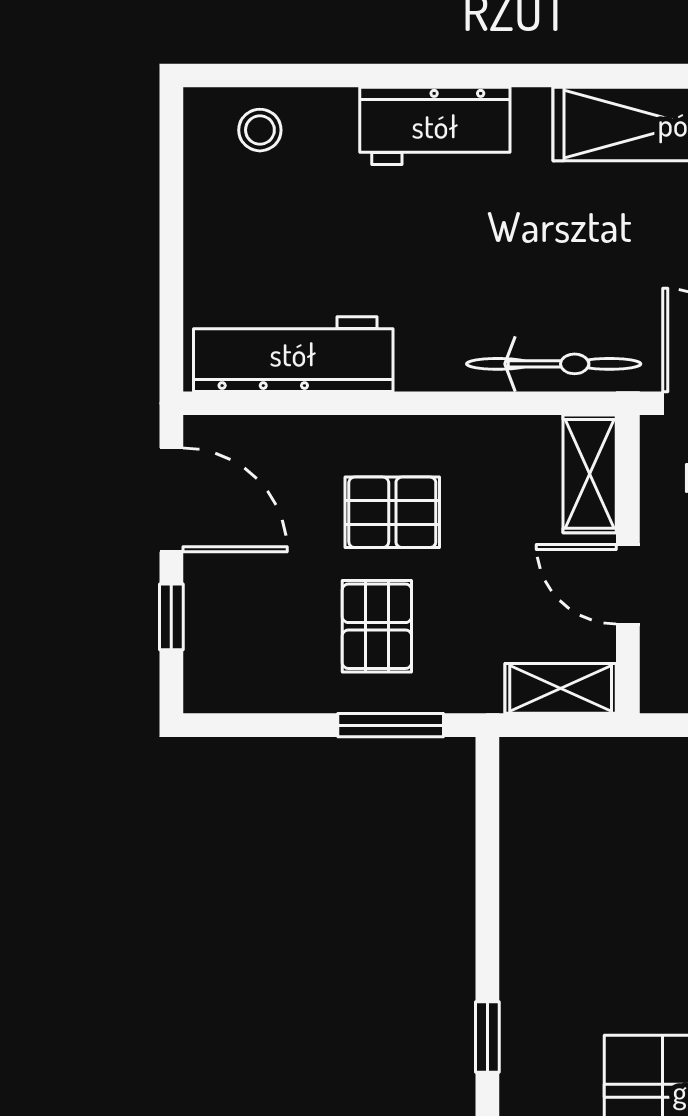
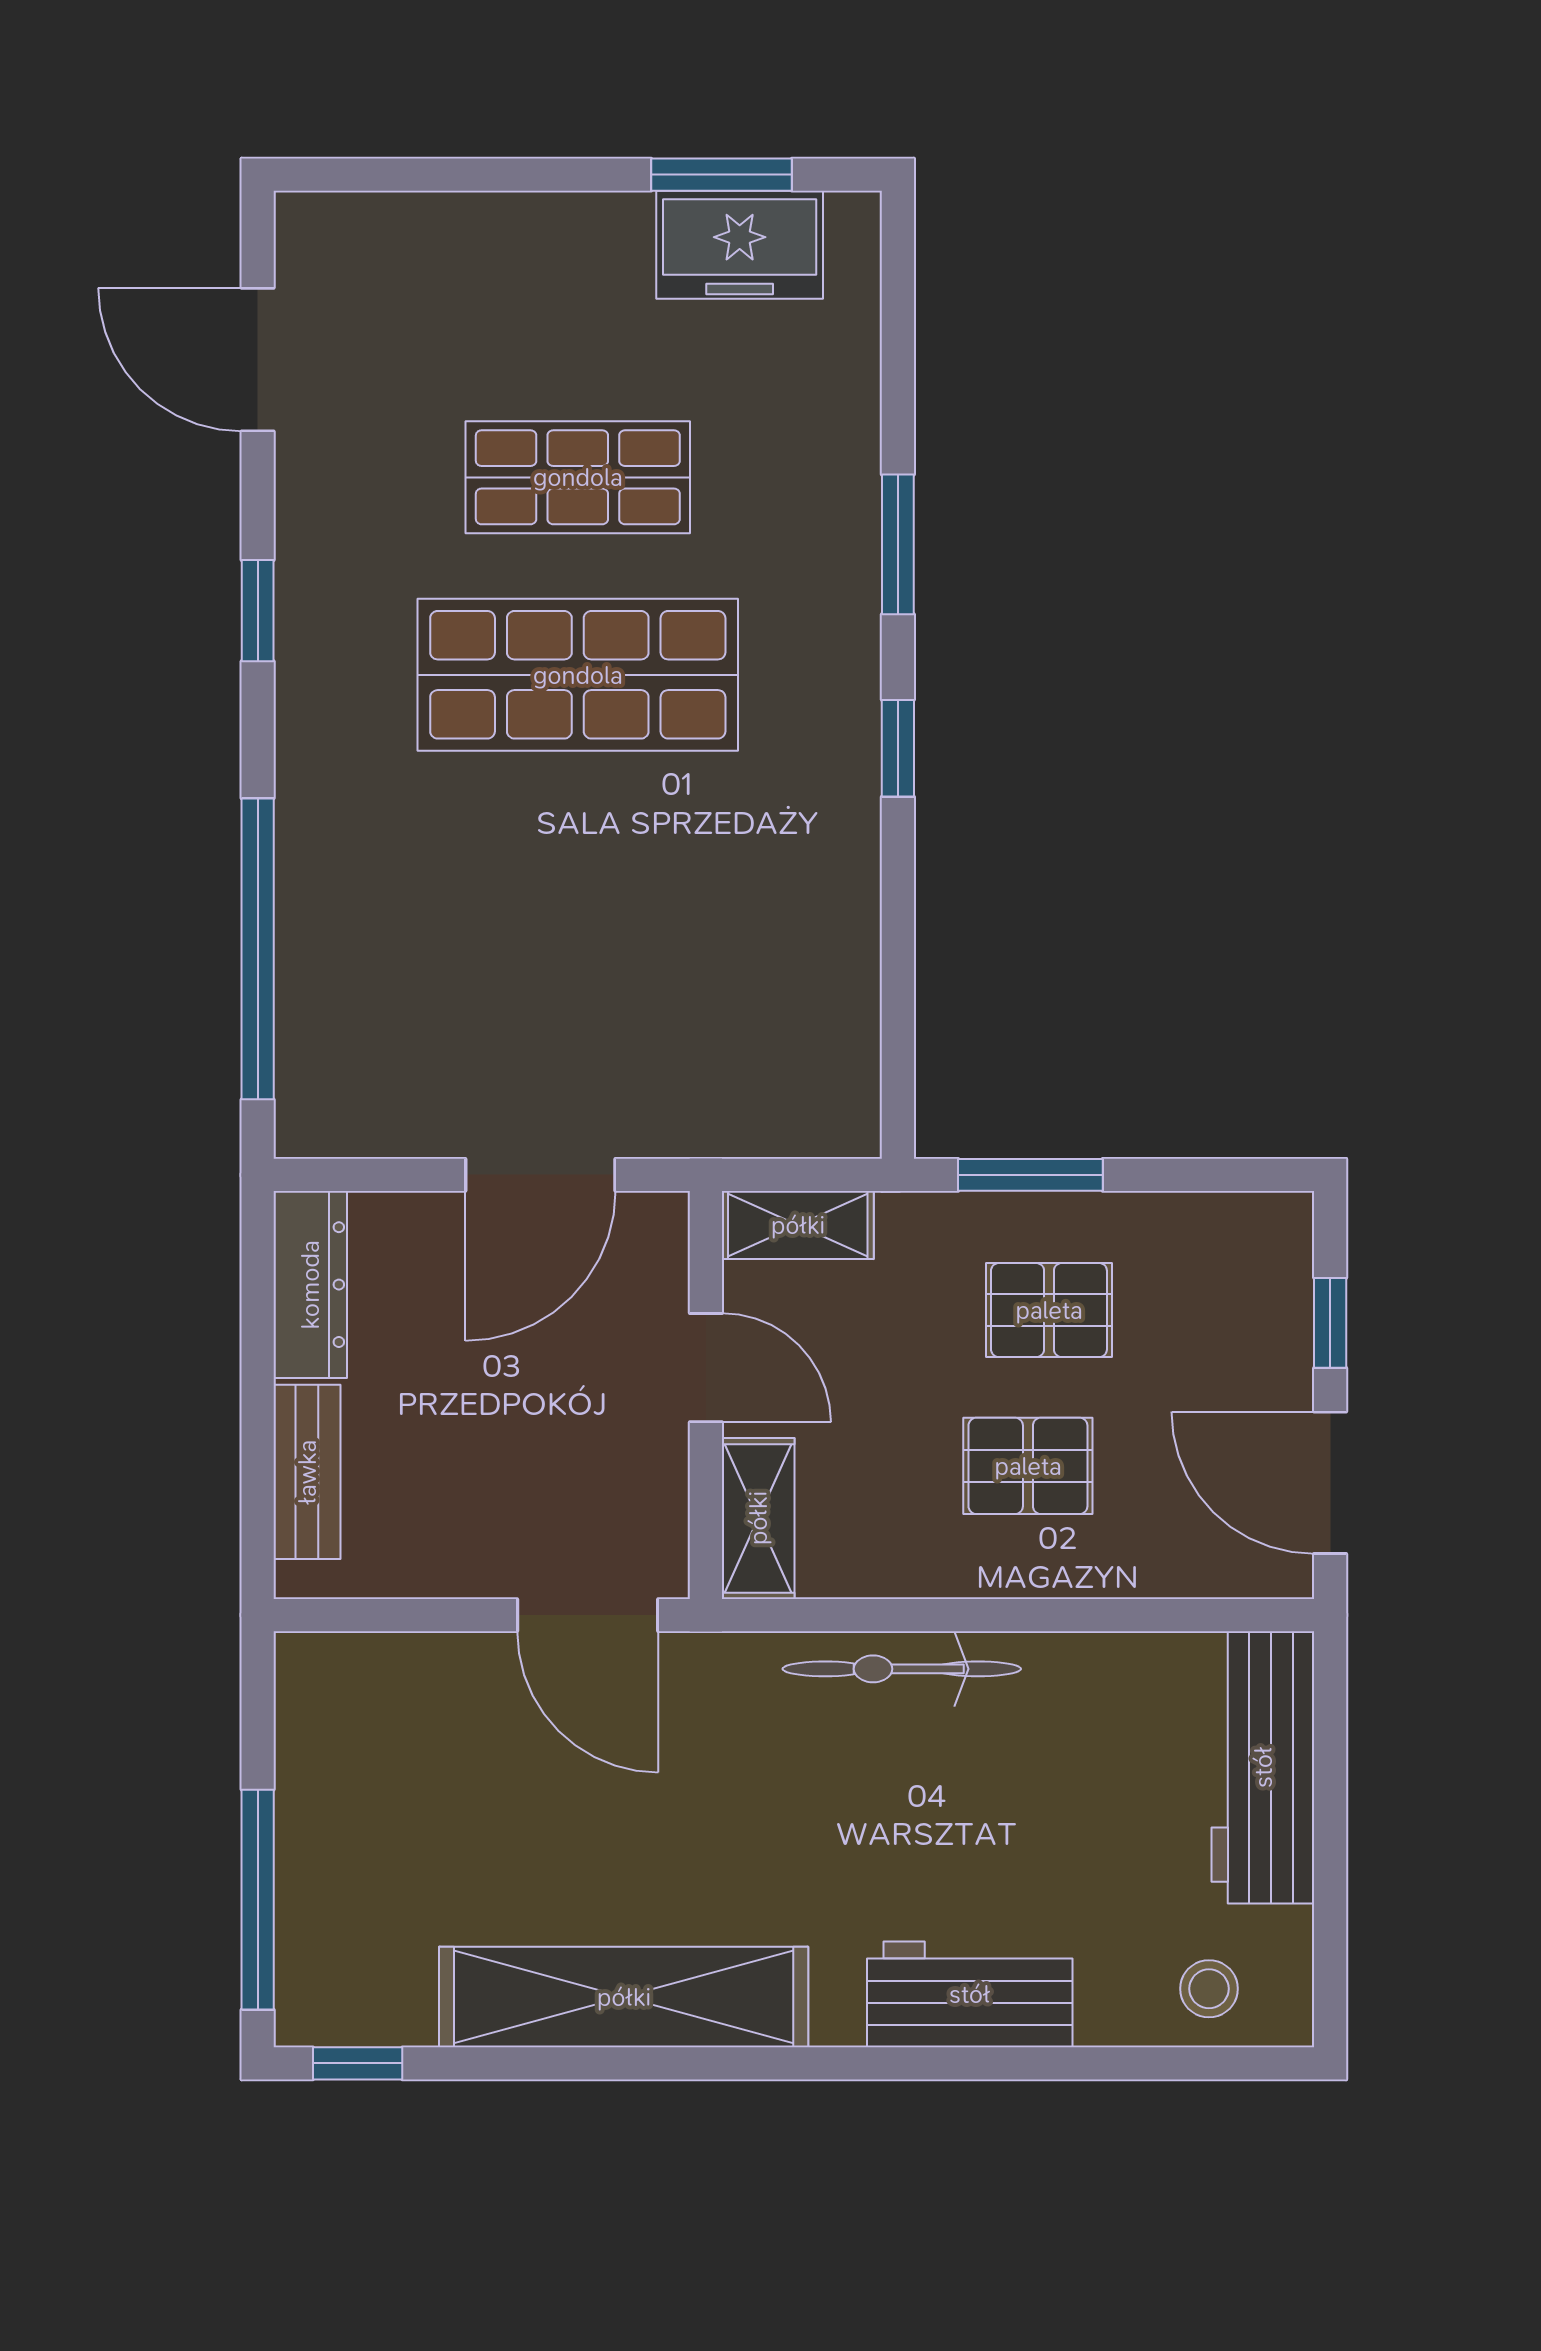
workbench: (293, 354) -> (1263, 1767), moved, turned 90
bicycle: (554, 364) -> (902, 1669), moved
pallet: (377, 626) -> (1049, 1310), turned 90

